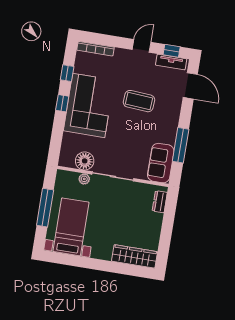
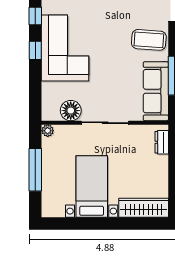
coffee table: (139, 101) -> (149, 40), moved
sofa: (161, 163) -> (156, 91), width x1.36
plant: (84, 179) -> (48, 131), moved
bed with nightstands: (71, 227) -> (92, 186), moved

